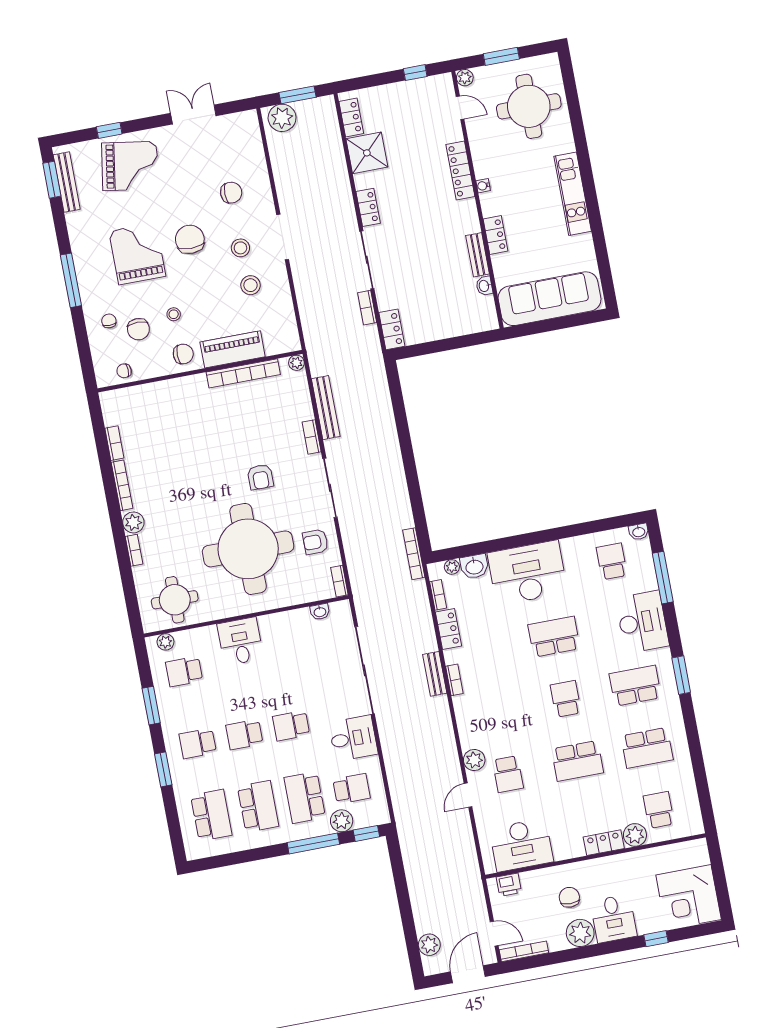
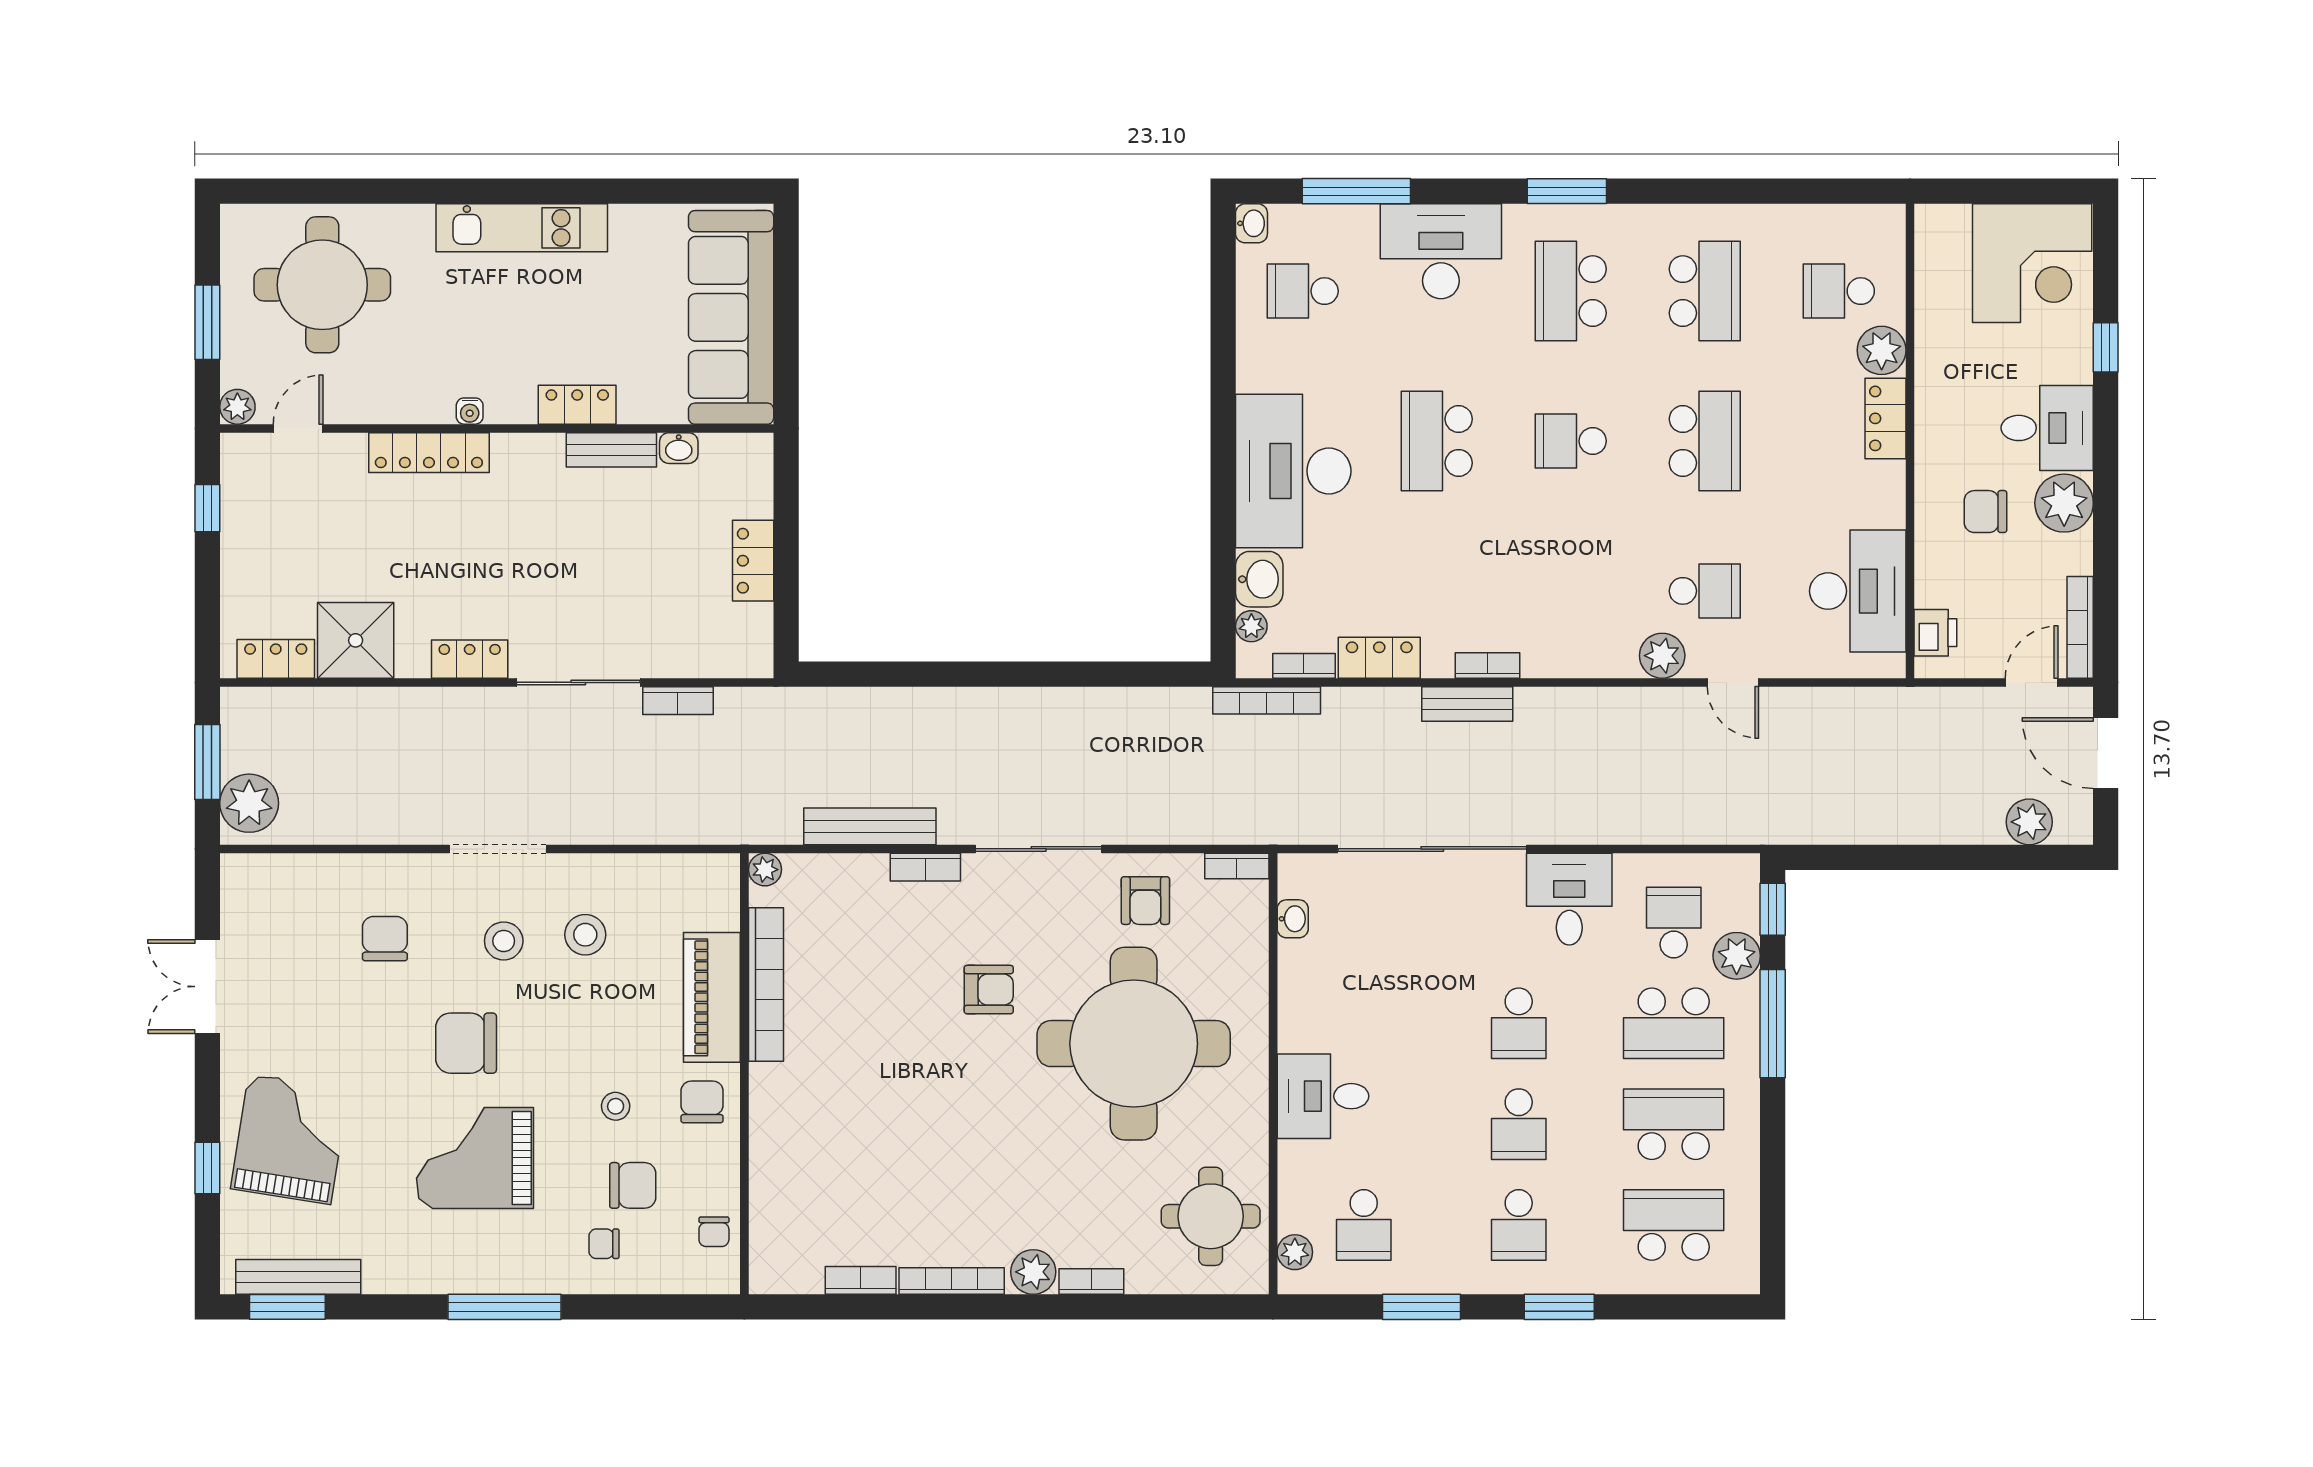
locker: (392, 329) -> (753, 561), moved, turned -90
bookcase: (414, 554) -> (1267, 700), moved

